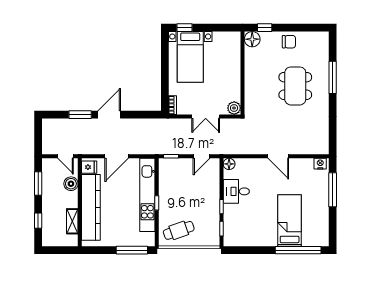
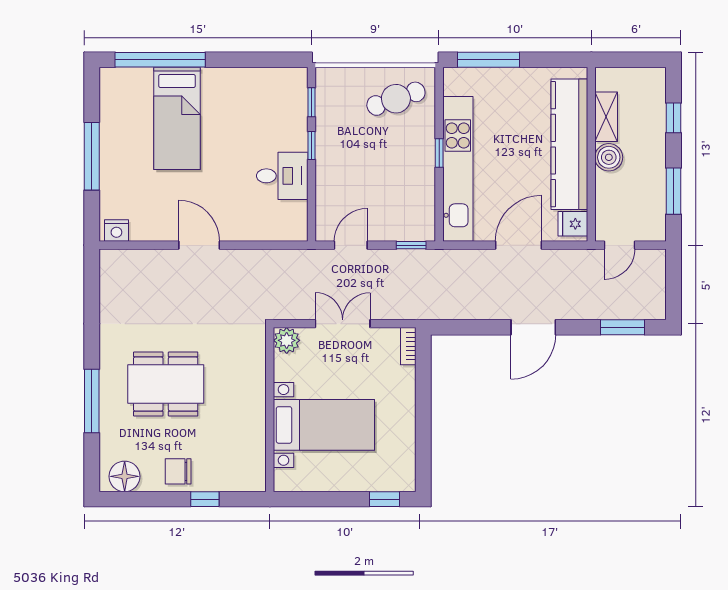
window: (265, 28) -> (205, 499), moved
floor lamp: (252, 39) -> (125, 476), moved
bed with nightstands: (190, 57) -> (324, 425), moved, turned 90
dining table: (295, 86) -> (166, 384), turned 90
window: (80, 115) -> (623, 327), moved
door: (66, 156) -> (619, 245), swing flipped
floor lamp: (229, 164) -> (296, 230), removed
boiler: (71, 184) -> (609, 157), moved
window: (333, 190) -> (92, 156), moved

